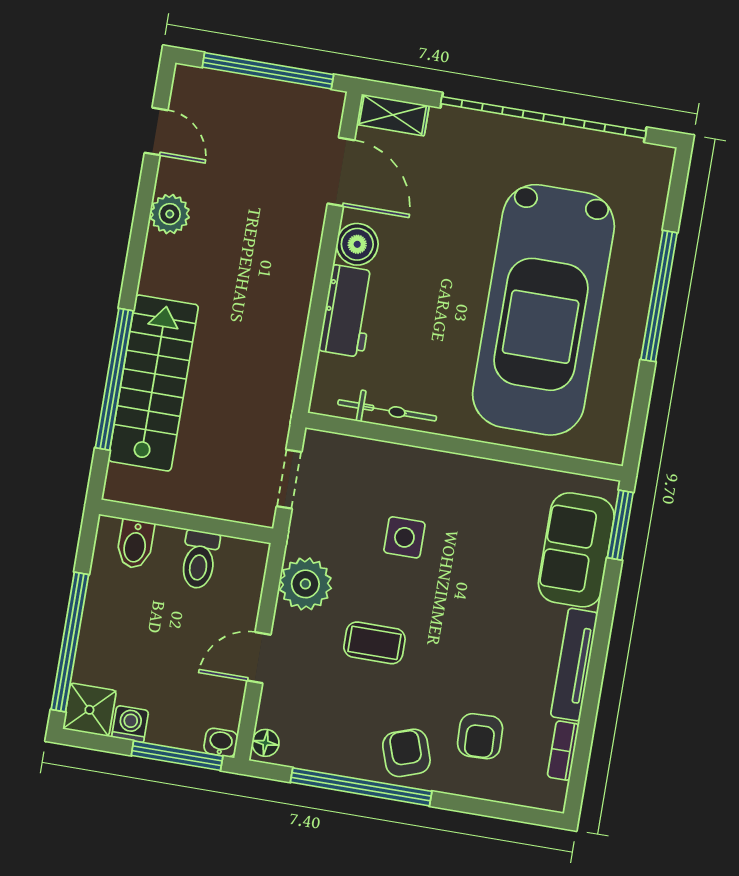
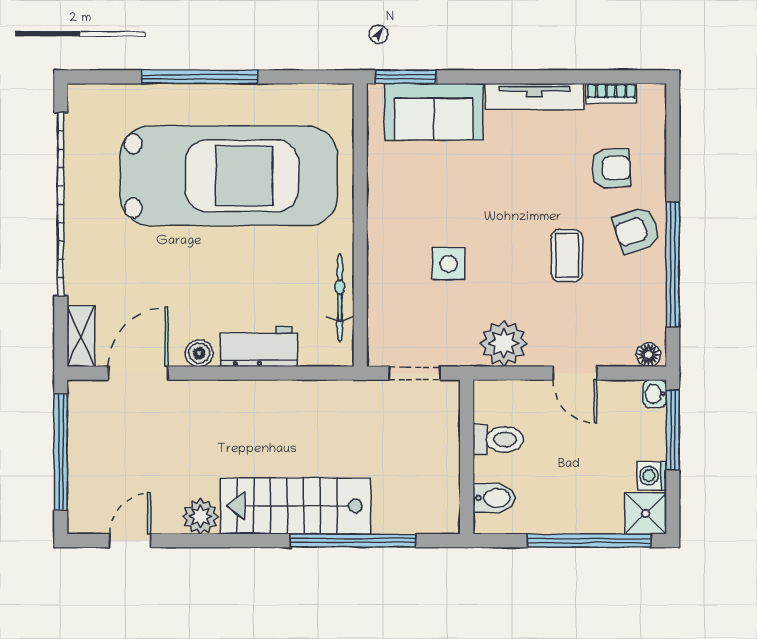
boiler: (357, 244) -> (199, 353), width x0.73, depth x0.73
stairs: (153, 383) -> (296, 506), moved
coffee table: (374, 643) -> (567, 256), moved

